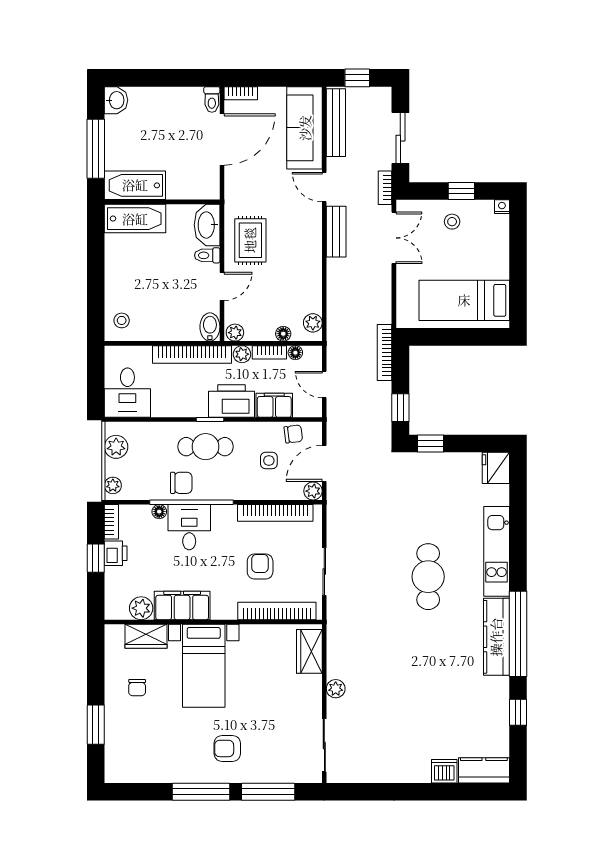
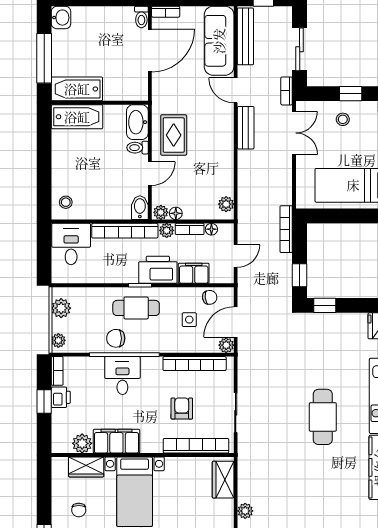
floor lamp: (283, 334) -> (176, 213), moved
door: (324, 385) -> (236, 256), swing flipped
desk: (127, 393) -> (71, 244), moved, turned 180
chair: (181, 483) -> (116, 338), turned 180
floor lamp: (159, 512) -> (97, 362), removed

